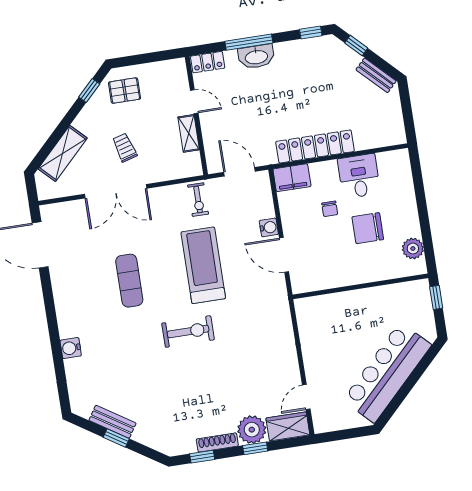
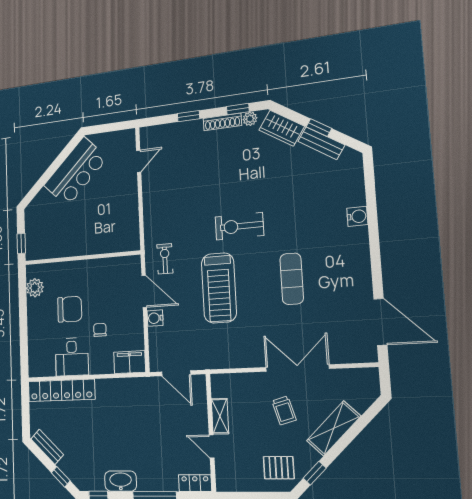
washbasin: (256, 57) -> (121, 481), moved
locker: (315, 146) -> (61, 390), moved
shelving: (63, 153) -> (334, 428), moved
exercise bike: (198, 200) -> (165, 259), moved
bar counter: (387, 373) -> (76, 172), width x0.73
wardrobe: (288, 426) -> (282, 128), moved, turned 33
plant: (252, 430) -> (250, 119), moved, width x0.53, depth x0.53

